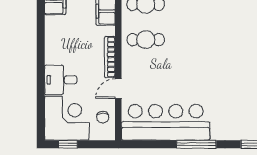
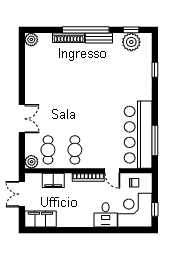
window: (196, 144) -> (155, 140), moved

